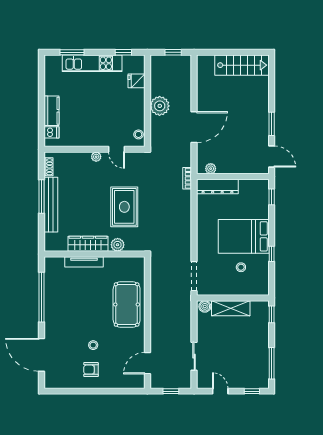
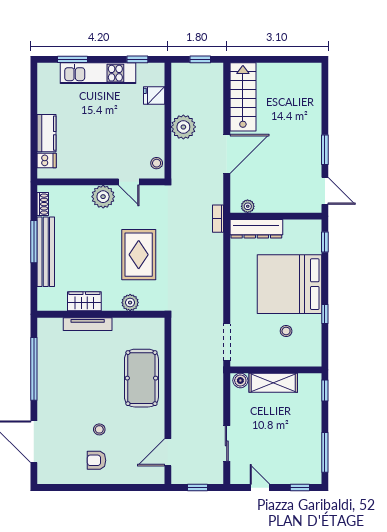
stairs: (242, 65) -> (243, 97), moved, turned -90
plant: (96, 157) -> (103, 197), width x1.88, depth x1.88
bed: (244, 236) -> (289, 284), width x1.36
wardrobe: (88, 244) -> (84, 301), width x0.67

